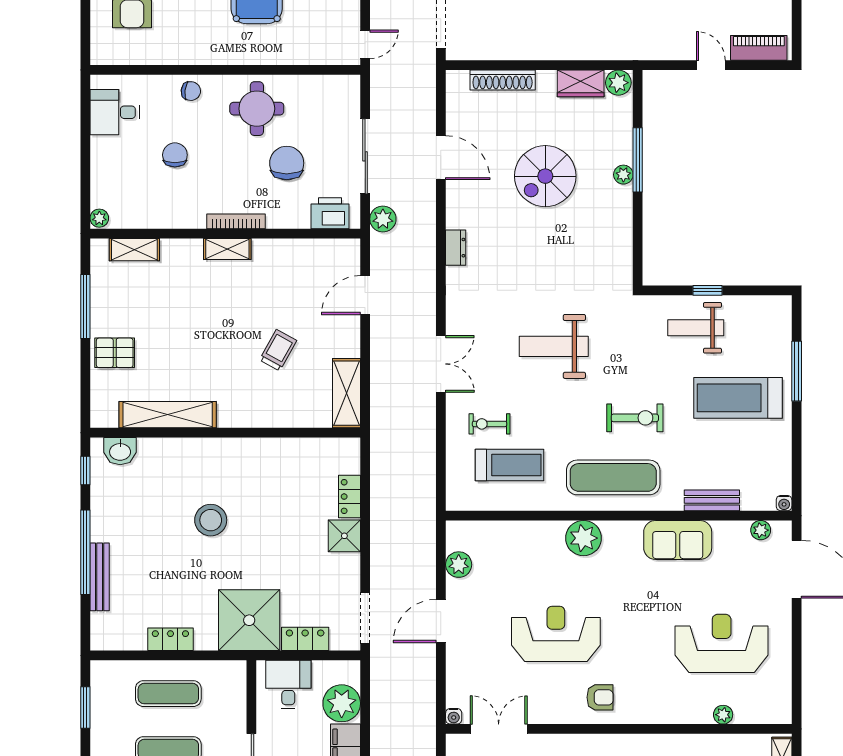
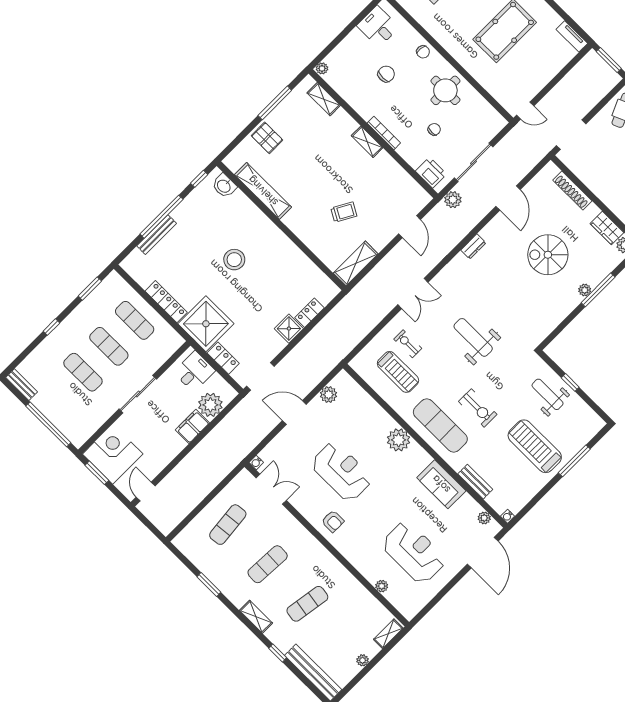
chair: (287, 163) -> (434, 129), width x0.54, depth x0.54
door: (365, 295) -> (410, 227), swing flipped
locker: (170, 639) -> (166, 302), width x1.53

